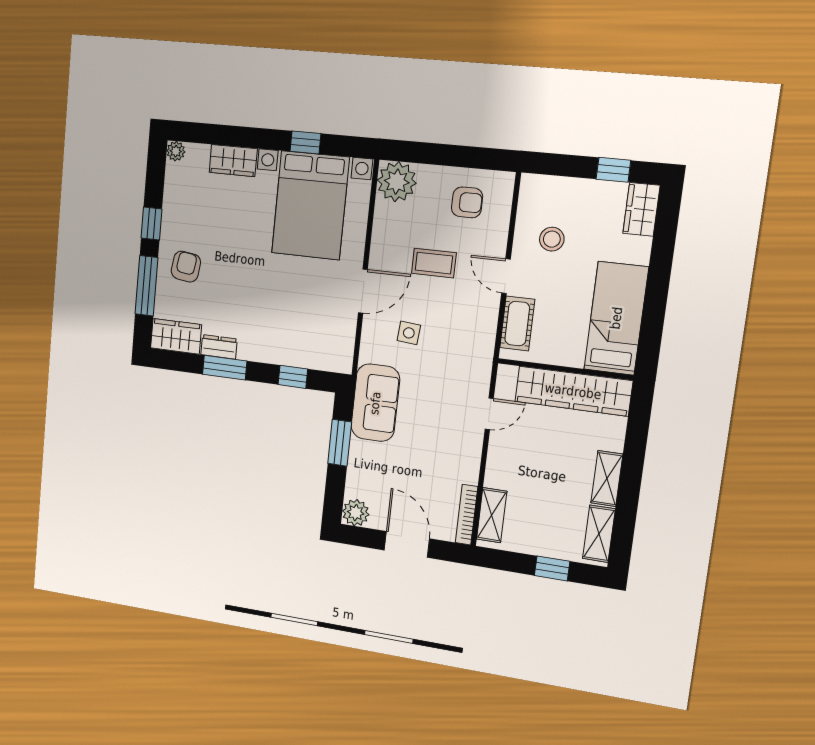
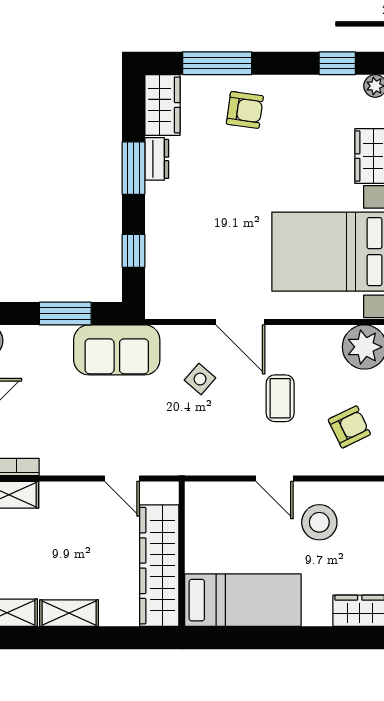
armchair: (467, 202) -> (349, 427), turned -116
window: (151, 224) -> (337, 63), moved
stool: (552, 239) -> (319, 522), width x1.38, depth x1.38
door: (506, 276) -> (275, 478), swing flipped
cot: (517, 324) -> (225, 497), removed
side table: (409, 333) -> (200, 379), turned 36

